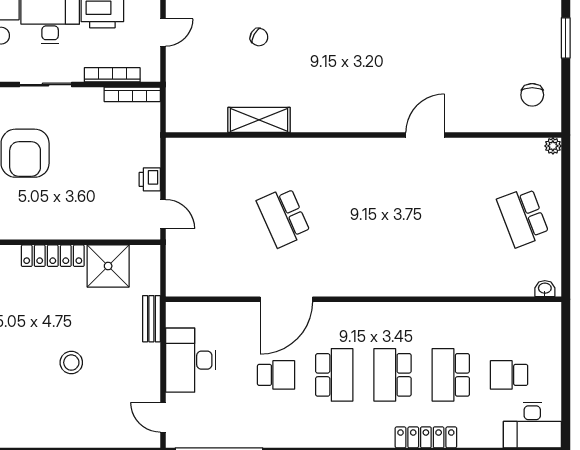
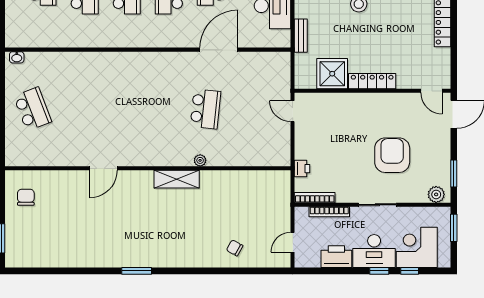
chair: (259, 37) -> (235, 248), moved
shelving: (259, 120) -> (177, 179), moved
plant: (553, 146) -> (200, 160), moved
printer: (150, 179) -> (302, 169), moved
school desk: (284, 217) -> (205, 109), turned 30
door: (286, 299) -> (219, 50), moved

